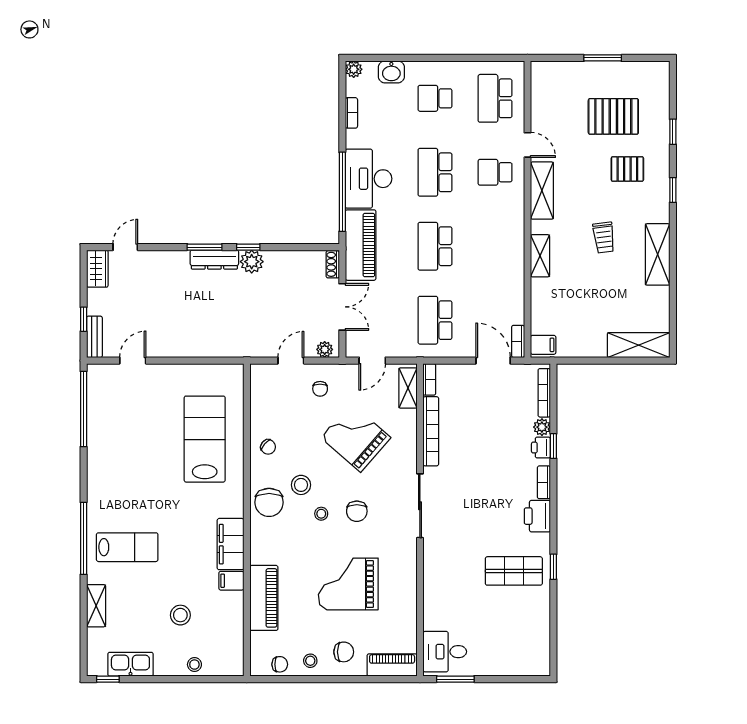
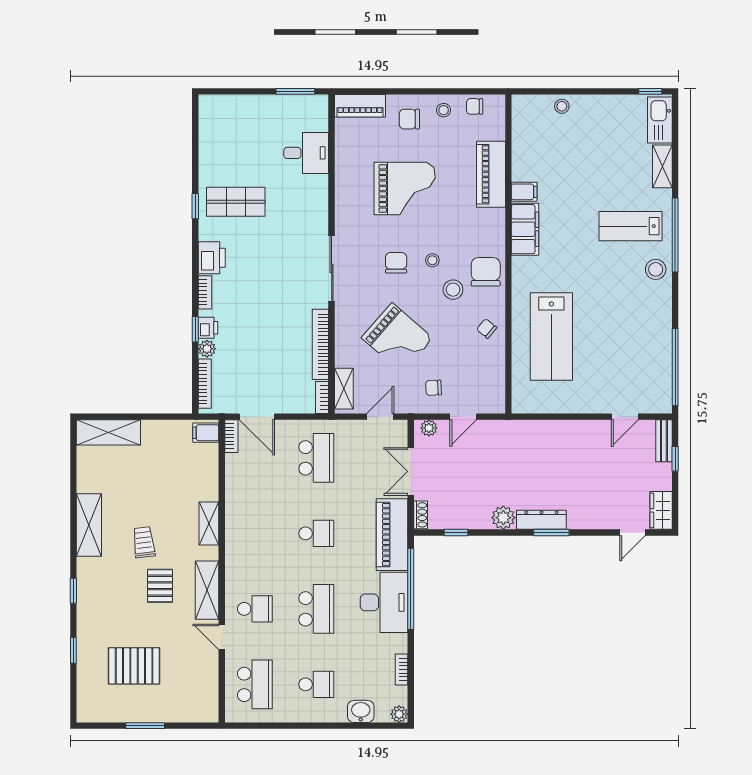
pallet: (627, 169) -> (160, 586), moved, turned 90
school desk: (435, 246) -> (316, 533), width x0.54
window: (248, 247) -> (456, 533), moved
chair: (320, 389) -> (434, 388), turned -93
stool: (180, 615) -> (656, 269), moved
desk: (445, 652) -> (306, 153), moved
kitchen sink: (130, 664) -> (660, 120), moved, turned 90

